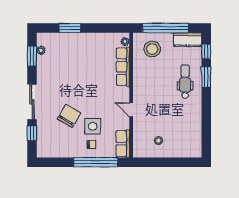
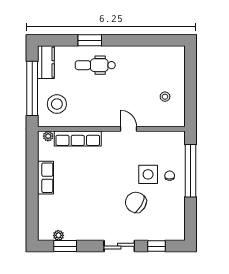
window: (70, 28) -> (32, 201), removed
window: (206, 51) -> (60, 40), removed
sliding door: (32, 102) -> (119, 246), width x0.73
door: (131, 110) -> (129, 129), swing flipped
row of seats: (123, 144) -> (45, 178), moved, turned -90

